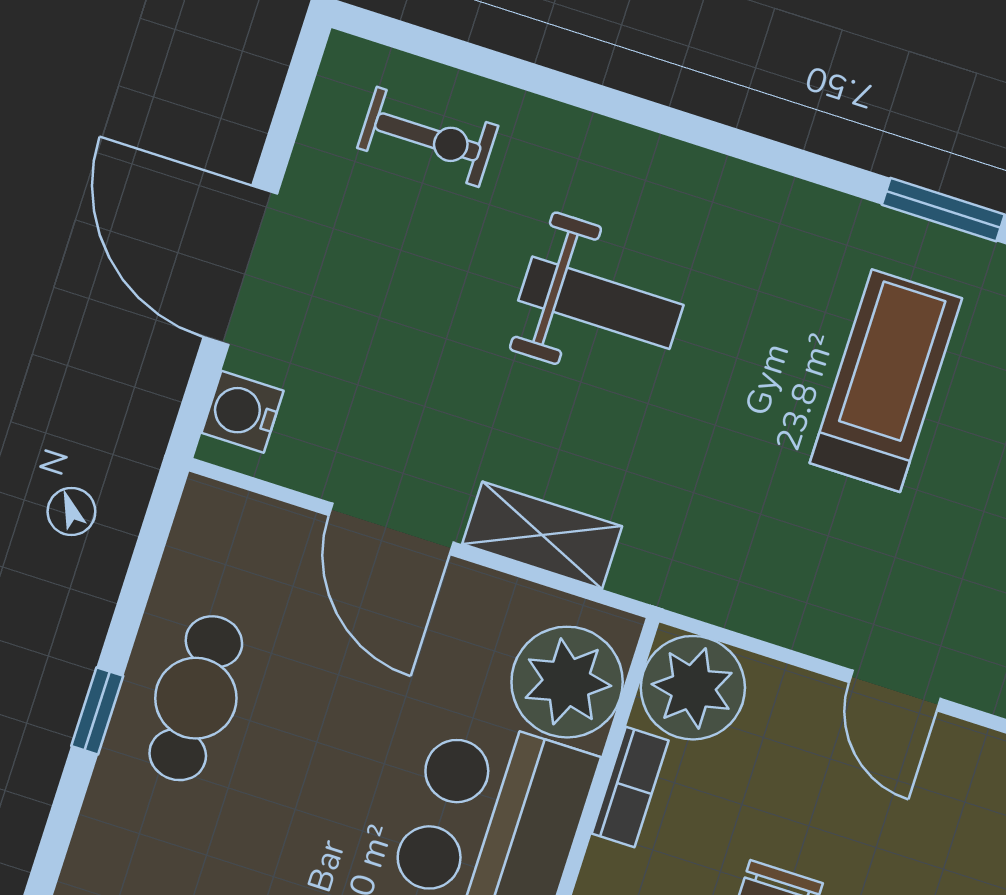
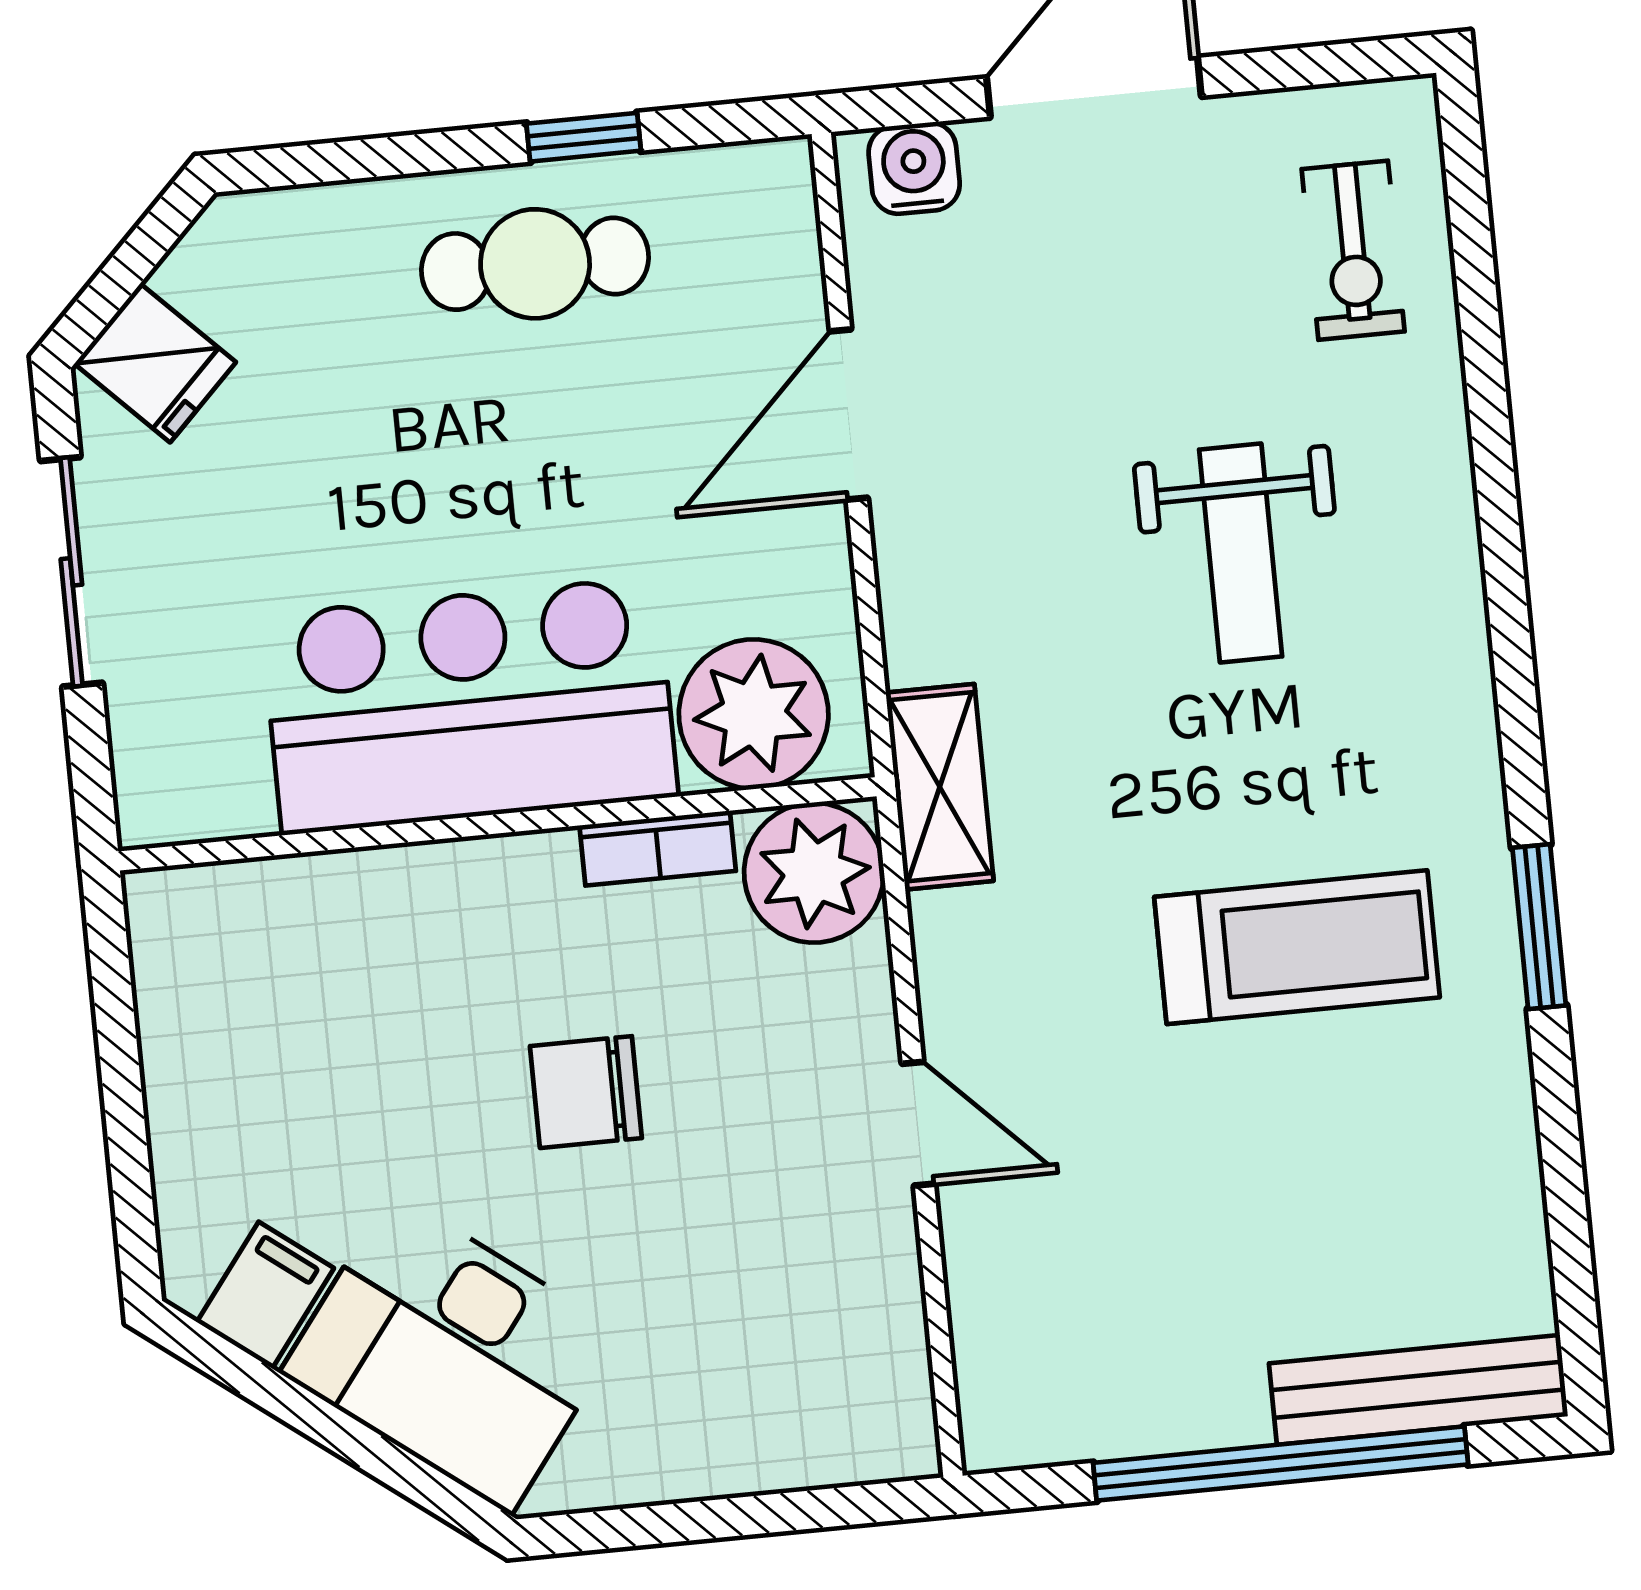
shelving: (542, 535) -> (940, 787), moved
door: (895, 691) -> (918, 1124), swing flipped
window: (97, 711) -> (584, 137), moved

